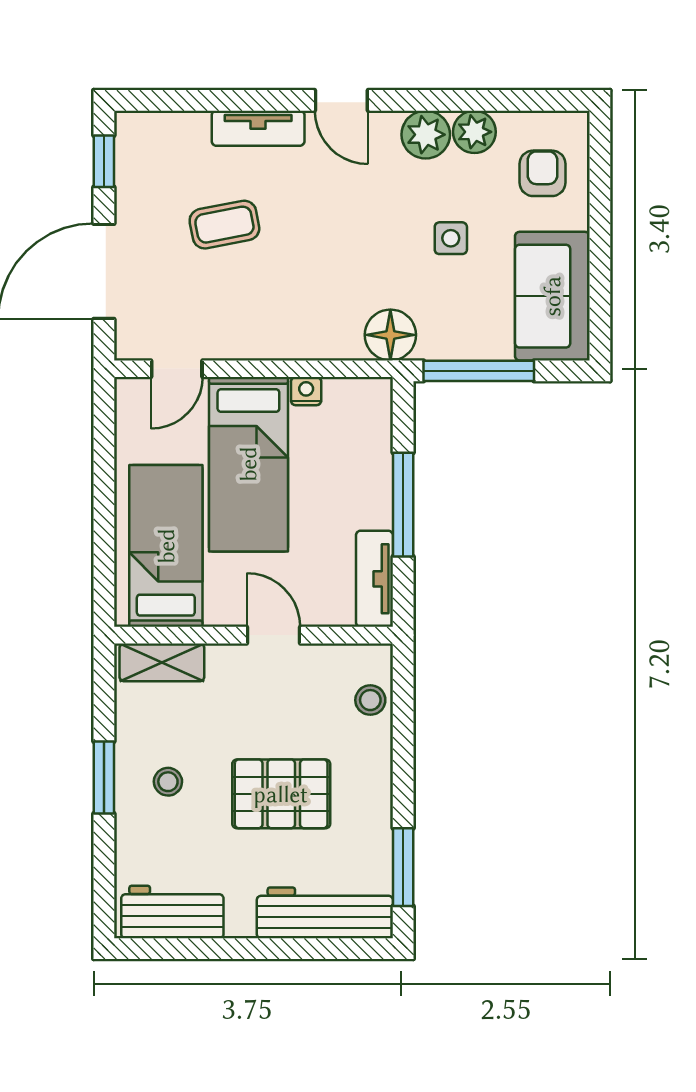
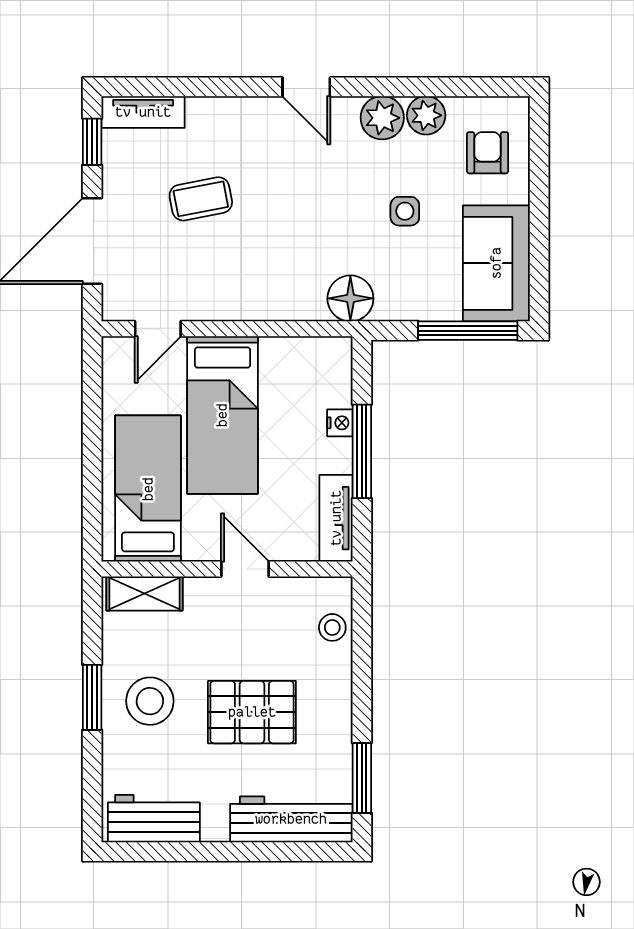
tv unit: (258, 128) -> (143, 112), moved
window: (479, 371) -> (468, 331), moved
nightstand: (306, 391) -> (340, 423), moved, turned 90
stool: (168, 782) -> (150, 701), width x1.89, depth x1.89

